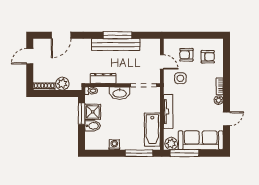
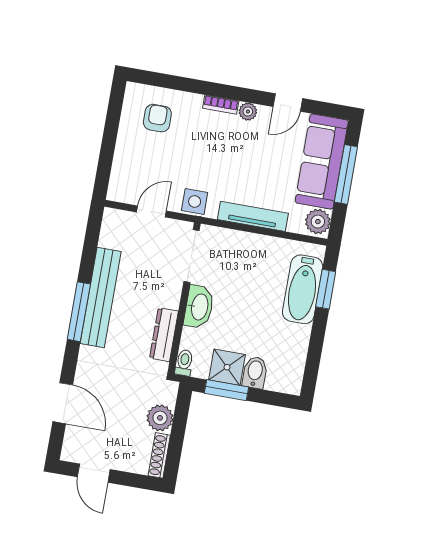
window: (117, 35) -> (79, 312), moved
armchair: (186, 55) -> (146, 160), removed
side table: (180, 78) -> (195, 201), moved
door: (226, 119) -> (288, 102), swing flipped
bathtub: (152, 130) -> (303, 289), moved, turned 90
washing machine: (114, 145) -> (300, 336), removed
window: (139, 153) -> (326, 289), width x0.69
window: (184, 153) -> (346, 174), moved

